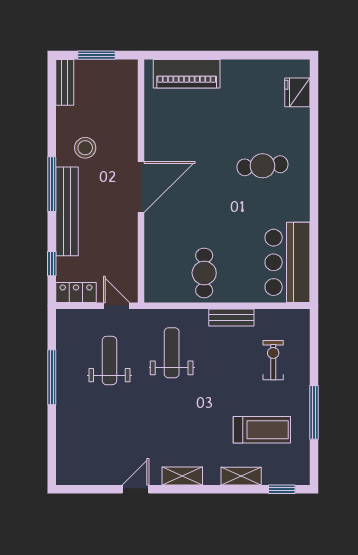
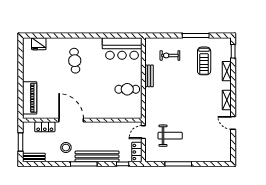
locker: (128, 105) -> (45, 127), added
door: (141, 187) -> (71, 120), moved
weight bench: (172, 353) -> (166, 105), removed
weight bench: (109, 360) -> (170, 136), turned 180
treadmill: (262, 430) -> (204, 61), turned 180

